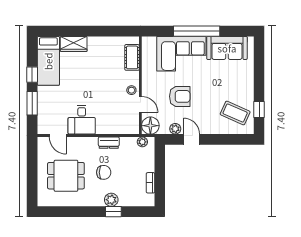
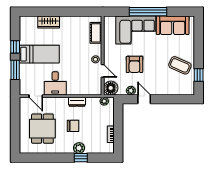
bed: (48, 61) -> (39, 54), moved, turned -90
armchair: (180, 96) -> (134, 64), turned 90
coffee table: (235, 113) -> (180, 65), moved
dining table: (66, 176) -> (42, 129), turned 90

